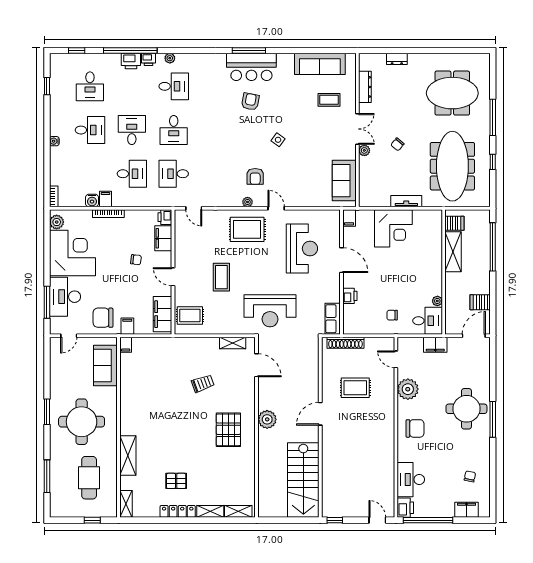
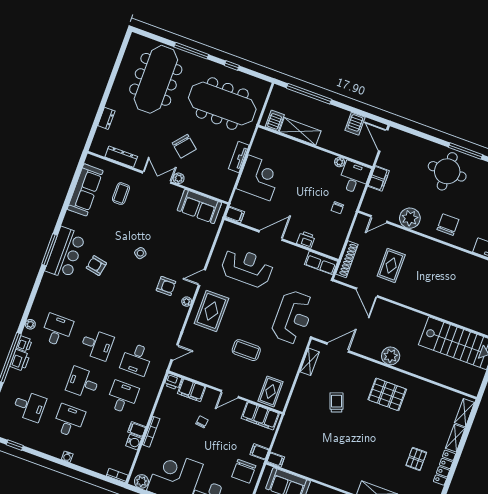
meeting table: (452, 93) -> (156, 79), width x1.36
chair: (397, 144) -> (184, 146), width x1.87, depth x1.87
door: (320, 414) -> (367, 293), moved

